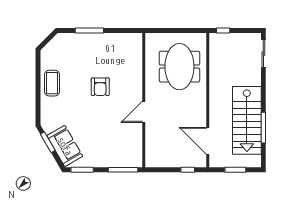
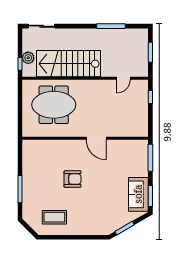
plant: (230, 39) -> (28, 58), added
coffee table: (52, 83) -> (54, 217), moved
stairs: (247, 120) -> (68, 64), moved, turned 180
door: (208, 141) -> (123, 78), width x0.53
sofa: (65, 146) -> (138, 194), moved, turned -60

